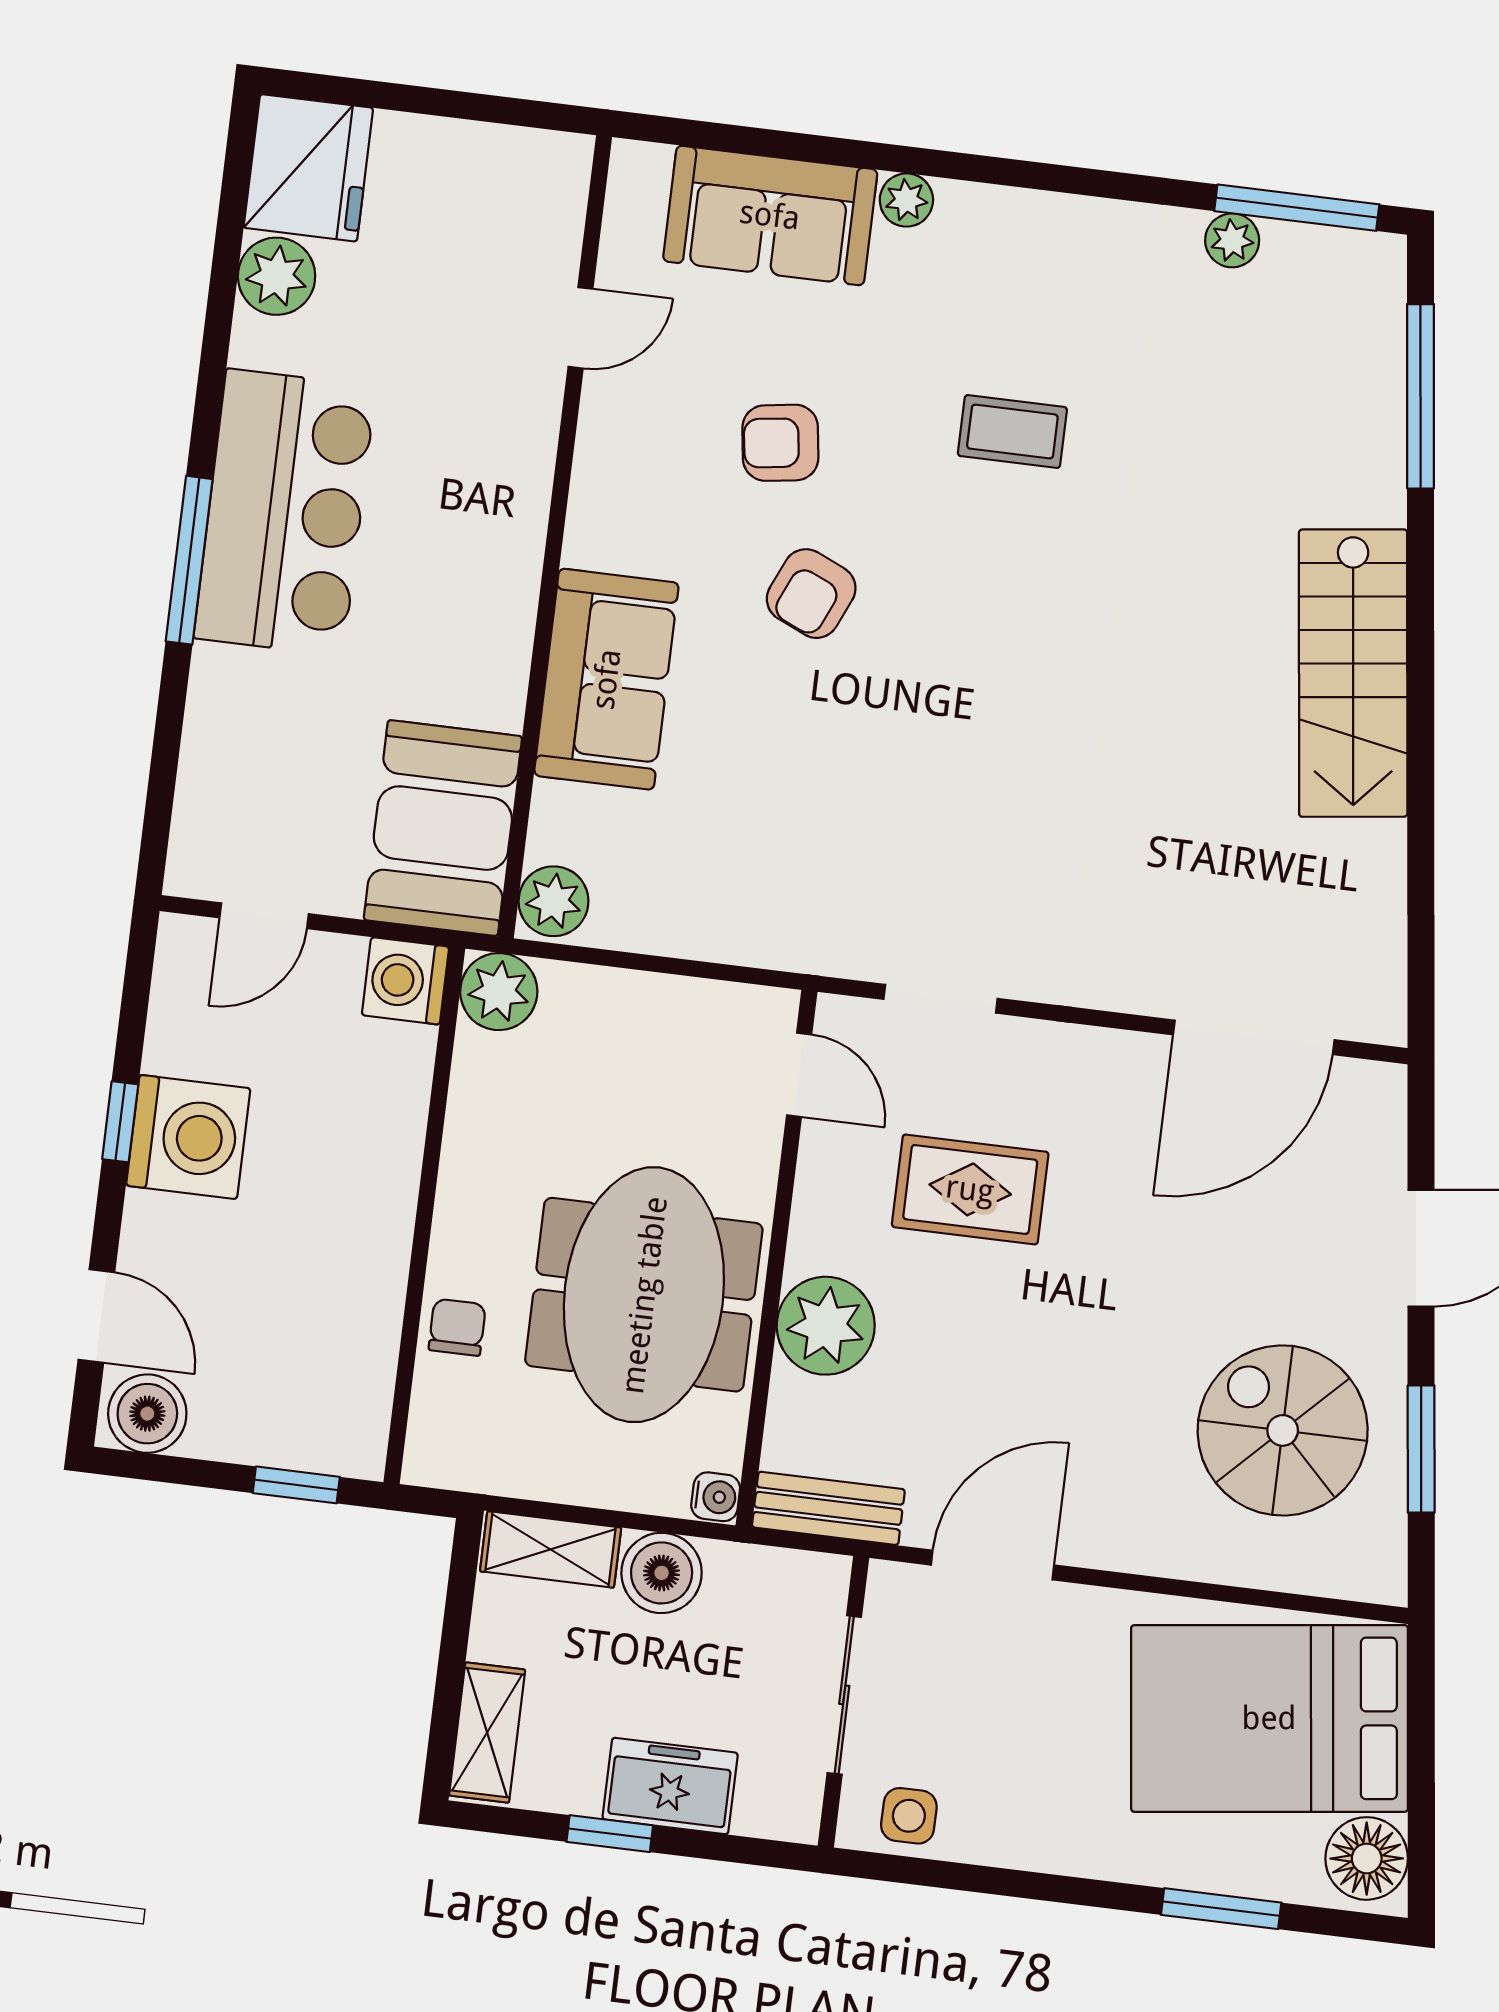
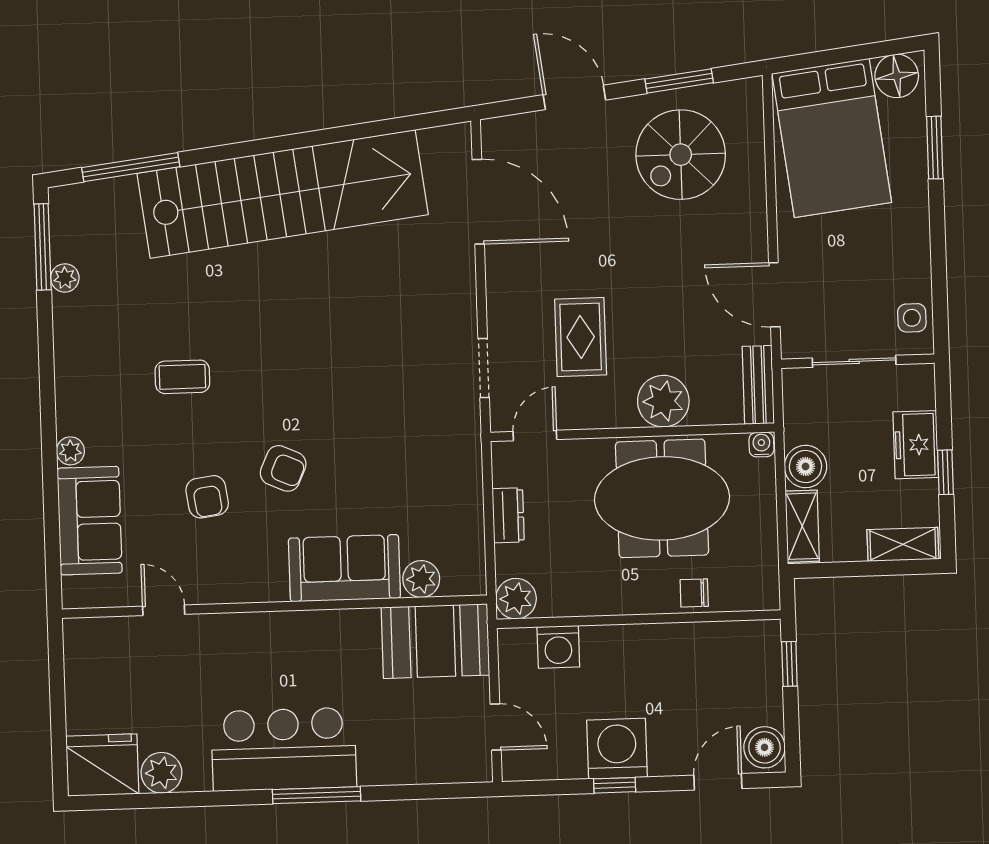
coffee table: (1012, 432) -> (182, 377), turned 90
stairs: (1353, 673) -> (283, 194), width x1.86, depth x1.51
plant: (553, 901) -> (421, 579), moved
washing machine: (405, 981) -> (558, 647), moved
dresser: (657, 1001) -> (508, 515), added

